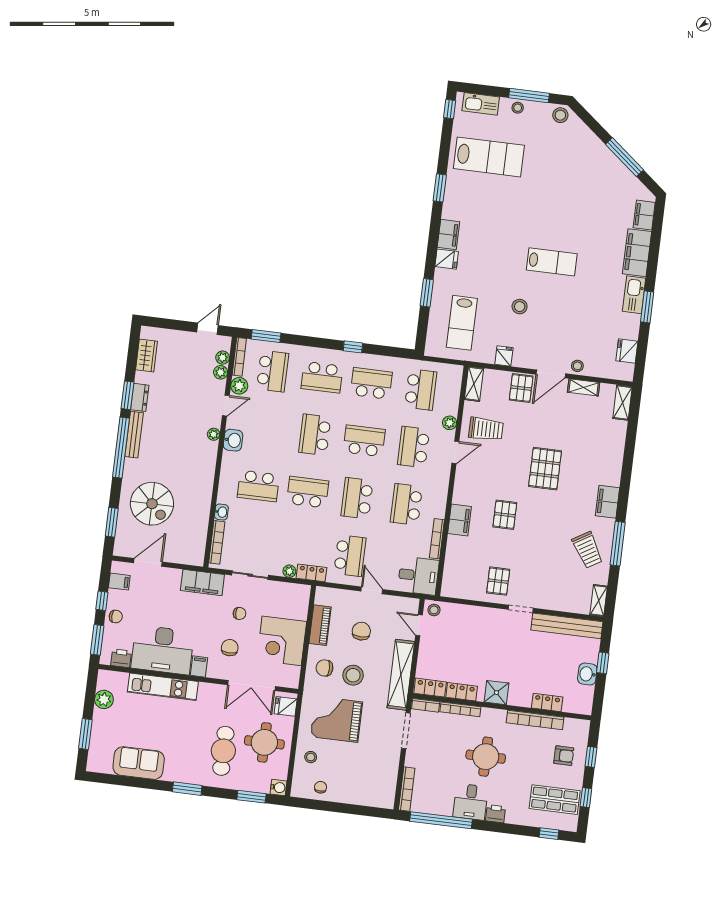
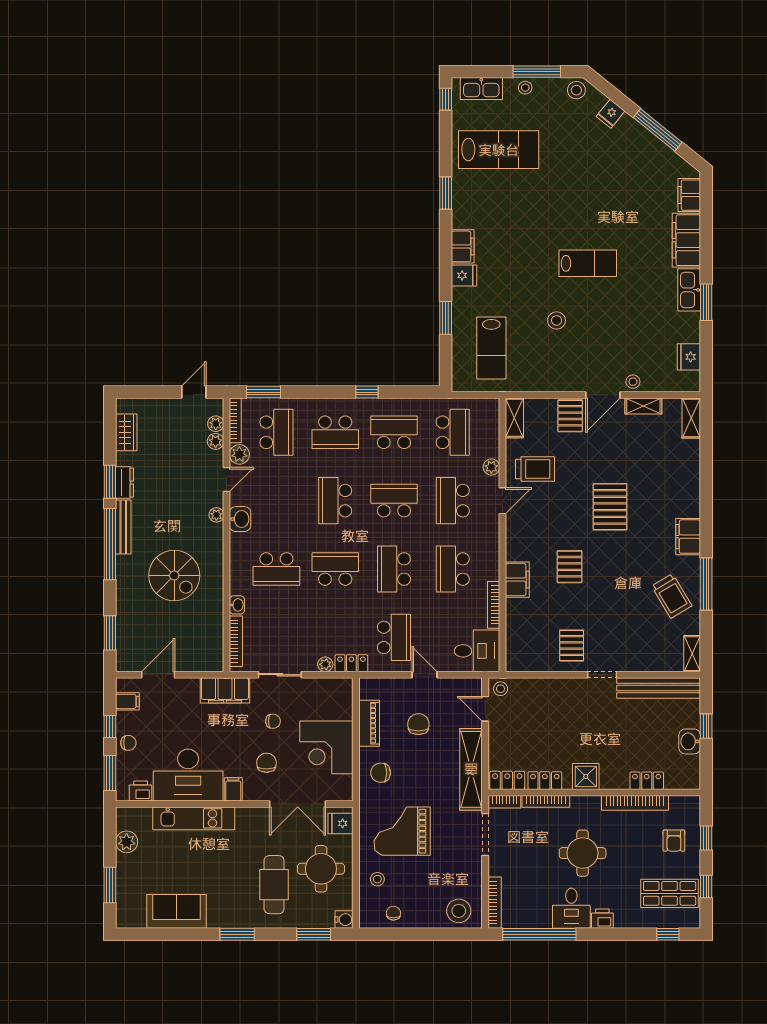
fridge: (504, 356) -> (611, 114), moved, turned -141
spiral stairs: (152, 504) -> (174, 575), moved
stool: (353, 675) -> (459, 911), moved
armchair: (564, 756) -> (674, 841), turned 90

